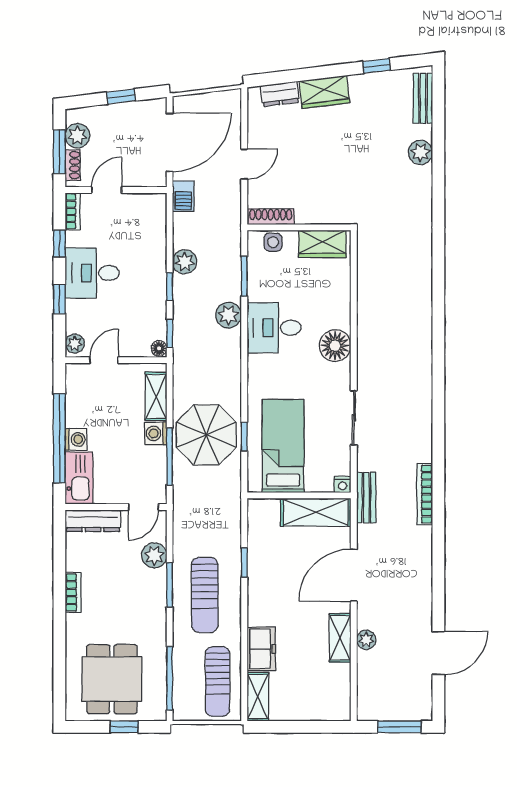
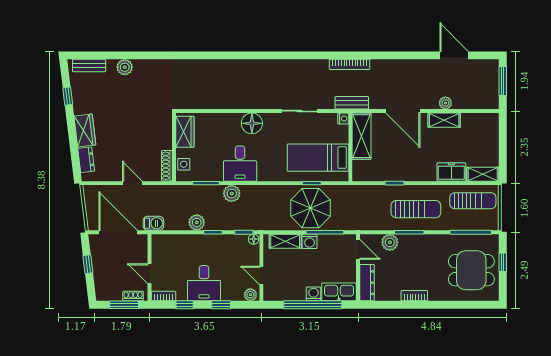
plant: (77, 136) -> (114, 293), removed

